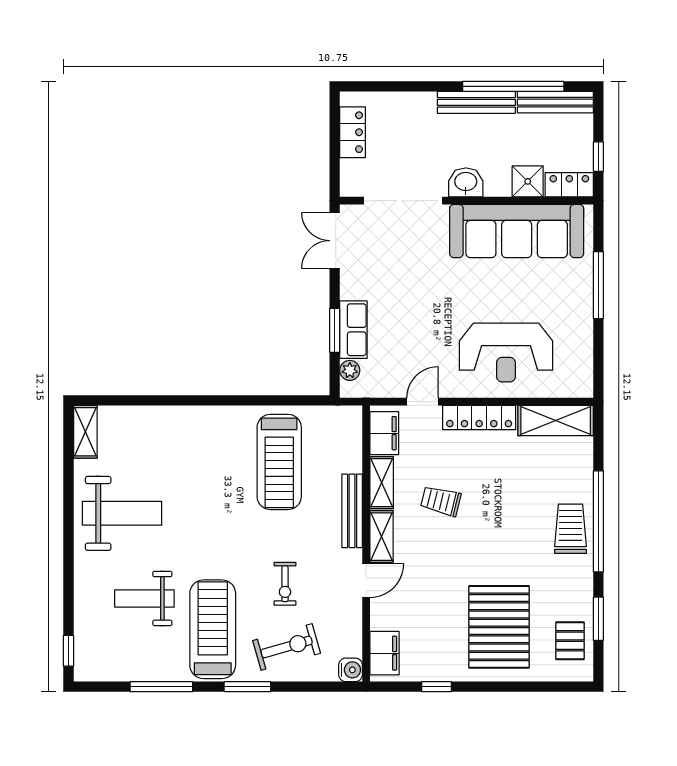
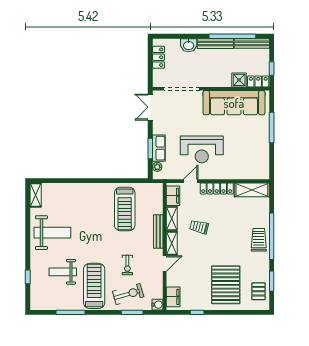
washbasin: (466, 182) -> (189, 45), moved, turned 180
reception desk: (506, 353) -> (202, 149), moved
window: (68, 651) -> (28, 277), moved
window: (247, 687) -> (132, 312), moved

